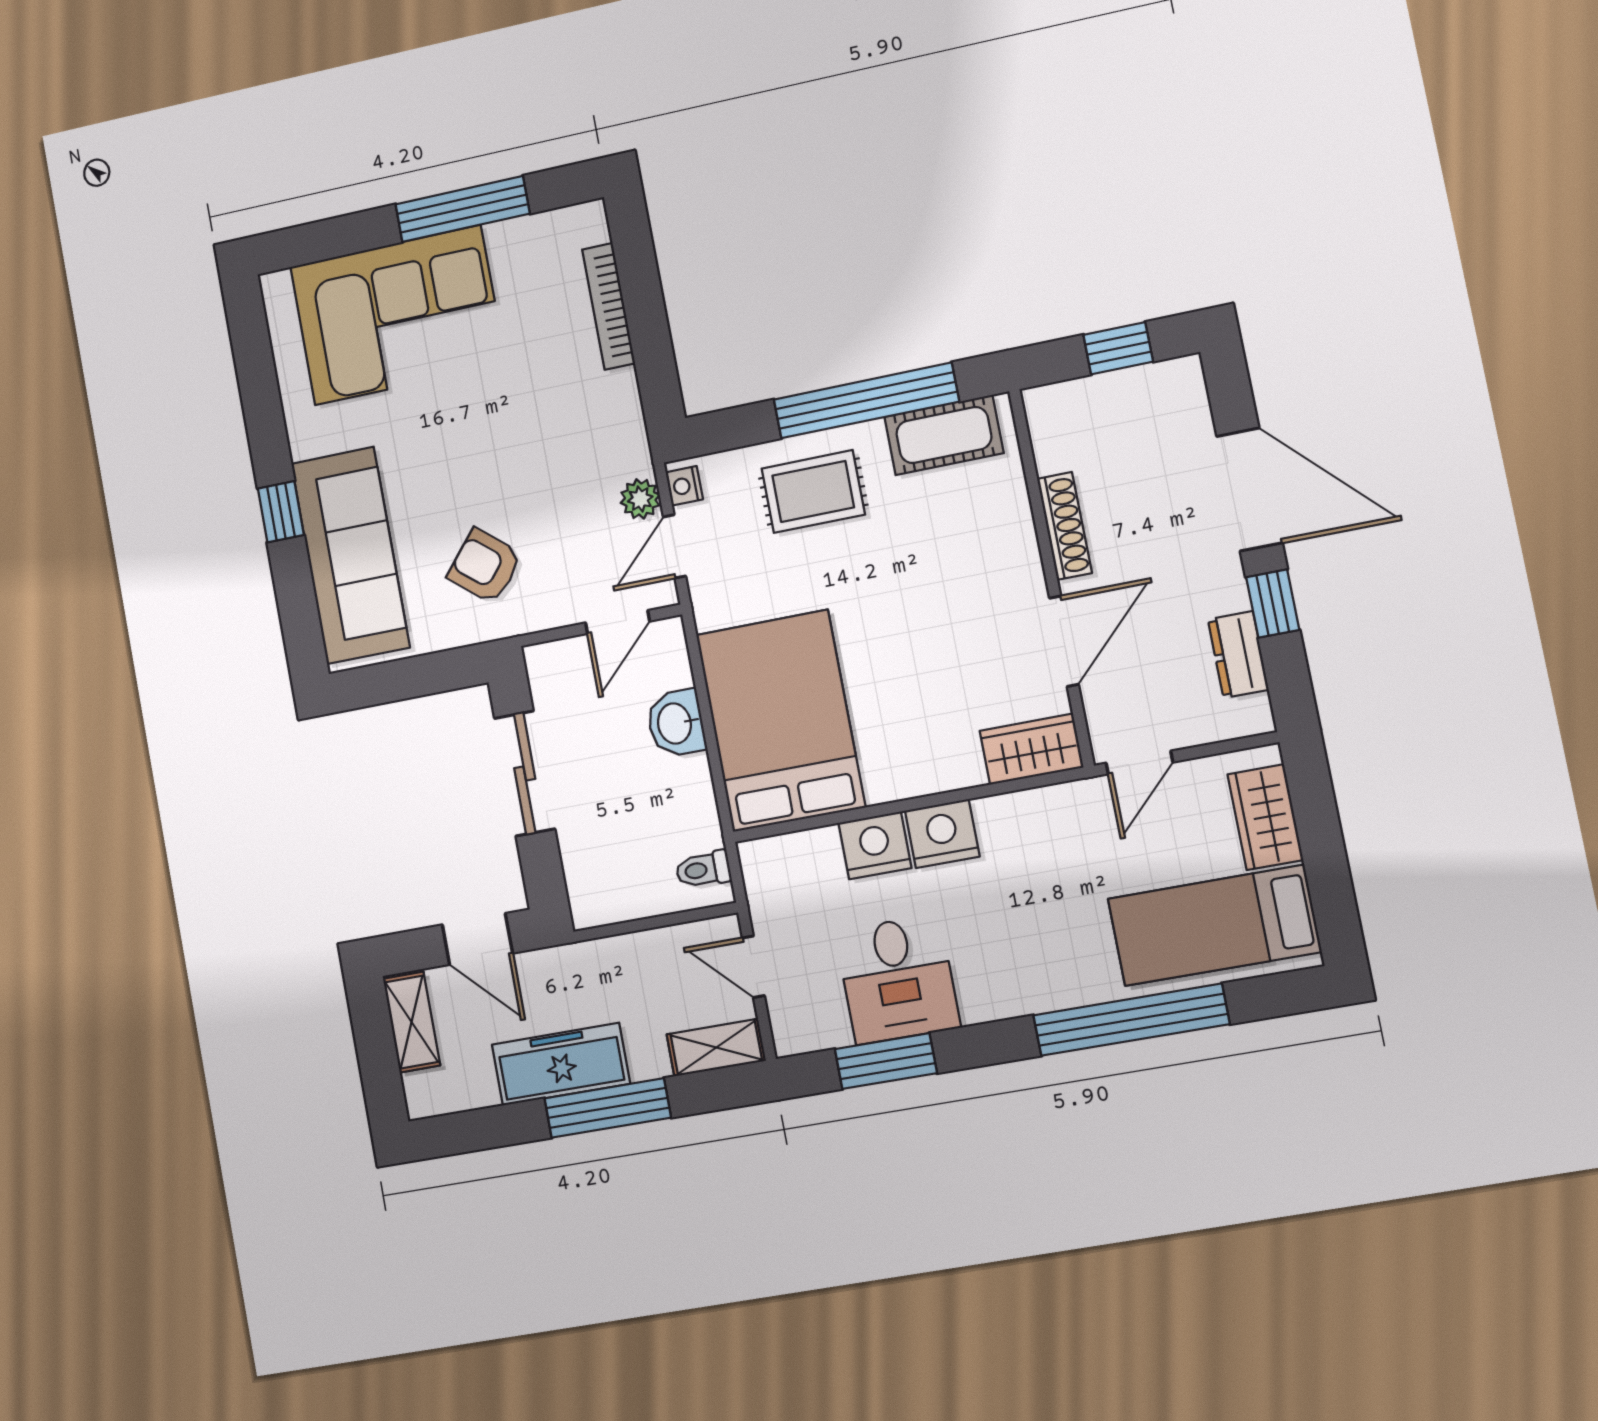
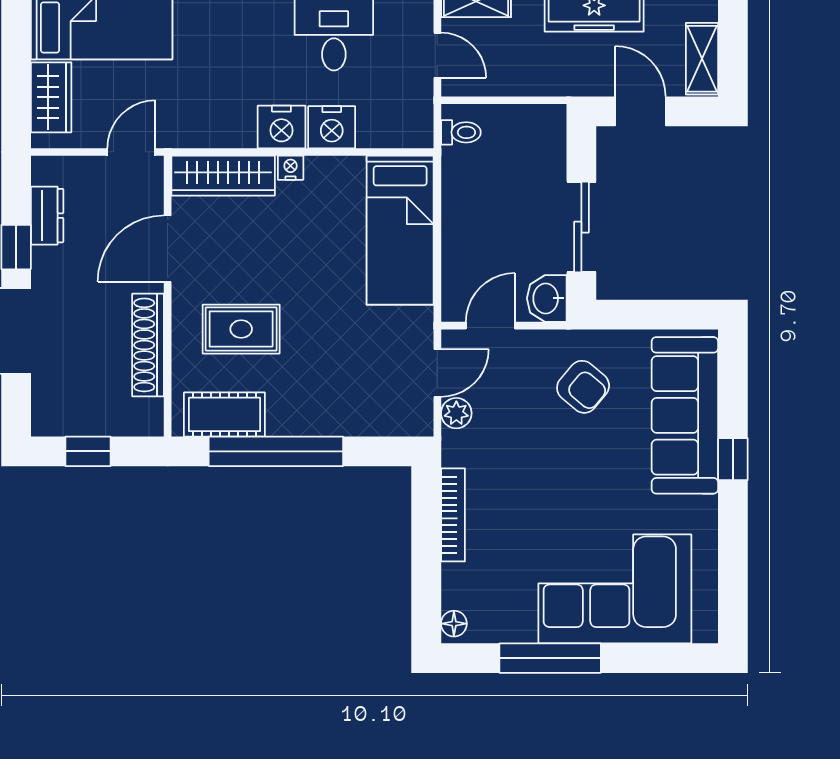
floor lamp: (592, 226) -> (454, 624), added
bookcase: (609, 306) -> (453, 515), moved
nightstand: (684, 486) -> (291, 168), moved, turned -90
rug: (813, 491) -> (241, 329), moved
shoe rack: (1064, 526) -> (148, 345), width x1.36, depth x1.24
bed: (780, 721) -> (400, 230), width x0.67
washbasin: (676, 723) -> (547, 298), moved, turned 180
wardrobe: (1031, 749) -> (223, 176), width x1.50

